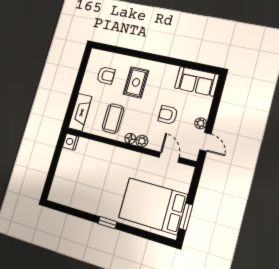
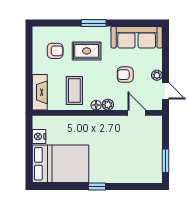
window: (150, 57) -> (94, 23), added
sofa: (197, 81) -> (137, 37), width x1.36
rug: (136, 82) -> (87, 51), turned 90
nightstand: (71, 142) -> (39, 137), moved
bed: (153, 206) -> (61, 164), moved, turned 180

